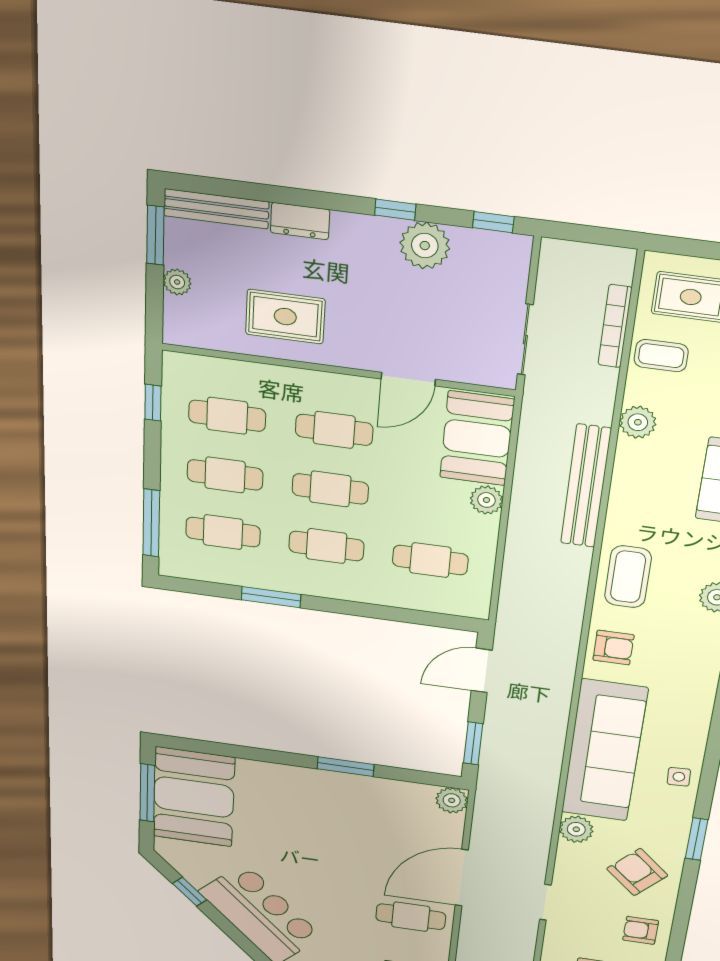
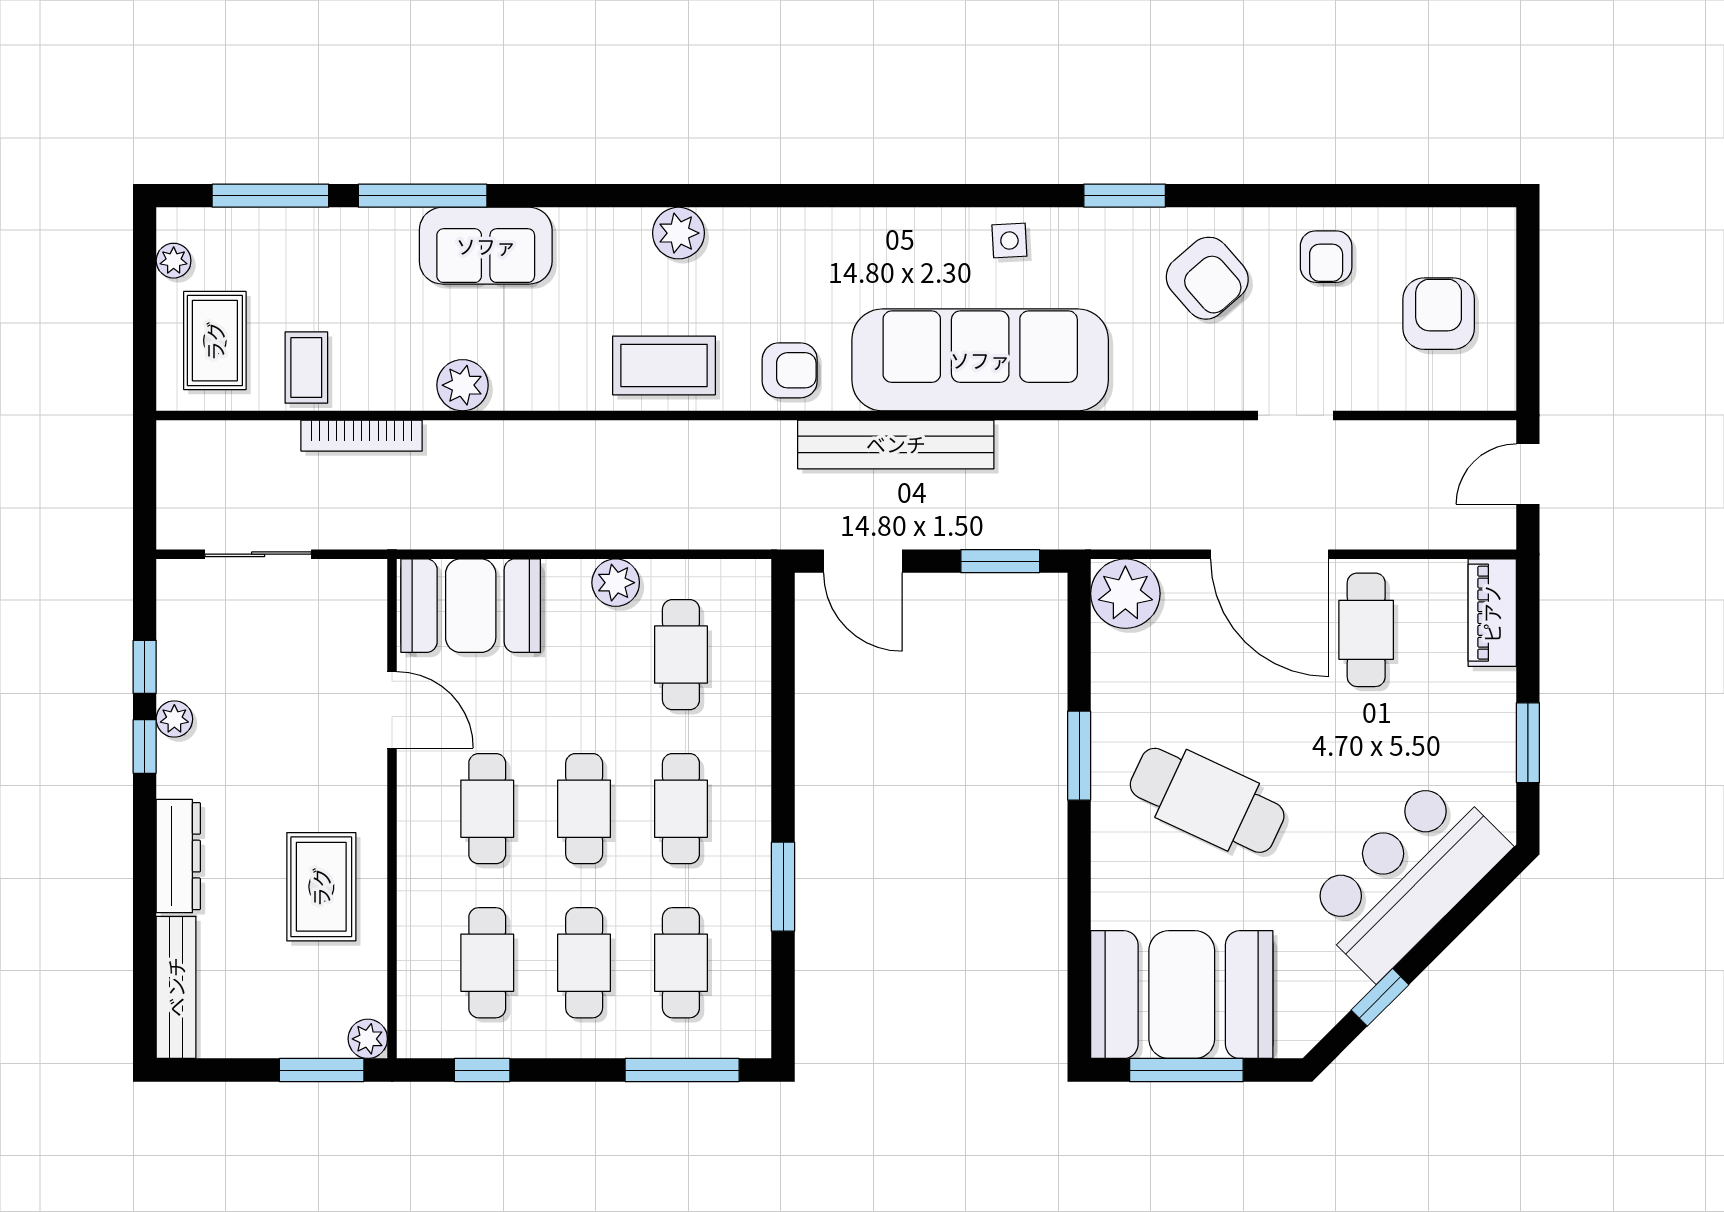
dresser: (300, 221) -> (178, 856), width x1.44
window: (493, 222) -> (145, 667), moved
window: (155, 235) -> (322, 1070), moved
plant: (425, 246) -> (174, 719), width x0.53, depth x0.53
plant: (177, 282) -> (368, 1039), moved
bookcase: (615, 326) -> (362, 436), moved
sliding door: (525, 340) -> (258, 554), moved
plant: (638, 422) -> (463, 385), moved
bench: (586, 486) -> (896, 444), moved
plant: (486, 500) -> (616, 583), moved
armchair: (613, 648) -> (790, 370), turned 90
plant: (452, 800) -> (1125, 594), width x1.36, depth x1.36
cafe table: (313, 826) -> (1207, 800), added
plant: (576, 829) -> (1139, 384), removed
armchair: (637, 872) -> (1207, 278), turned -84

